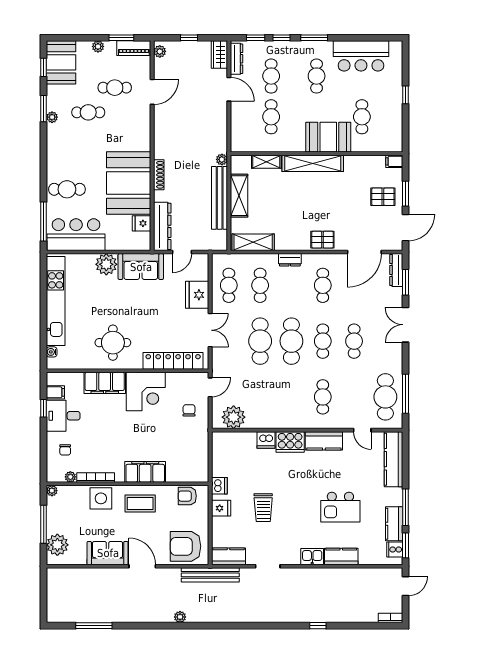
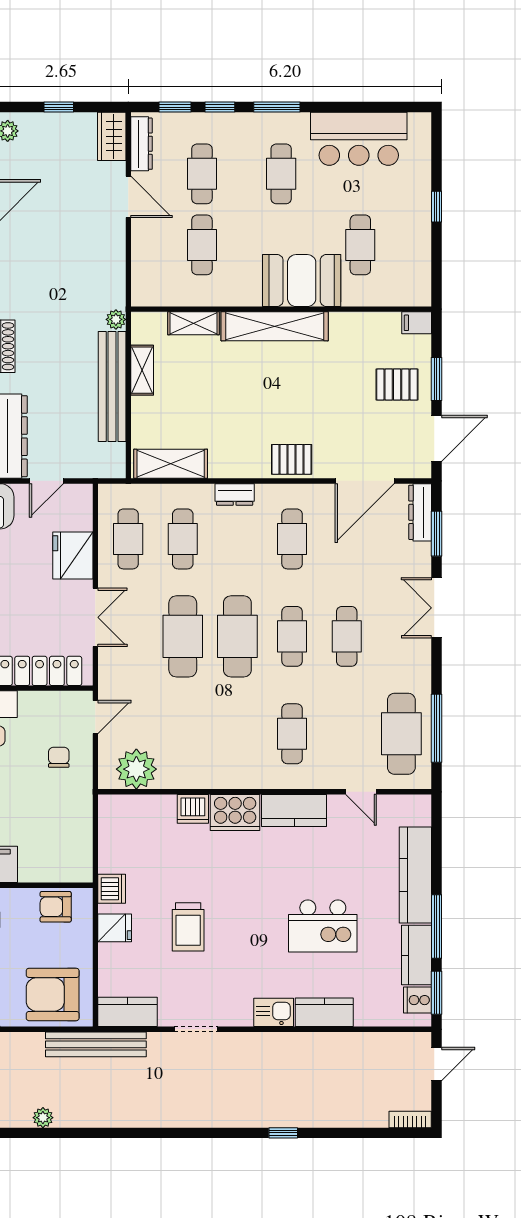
shelving: (239, 196) -> (142, 370), width x0.67, depth x0.75
kitchen counter: (393, 459) -> (415, 875), moved

